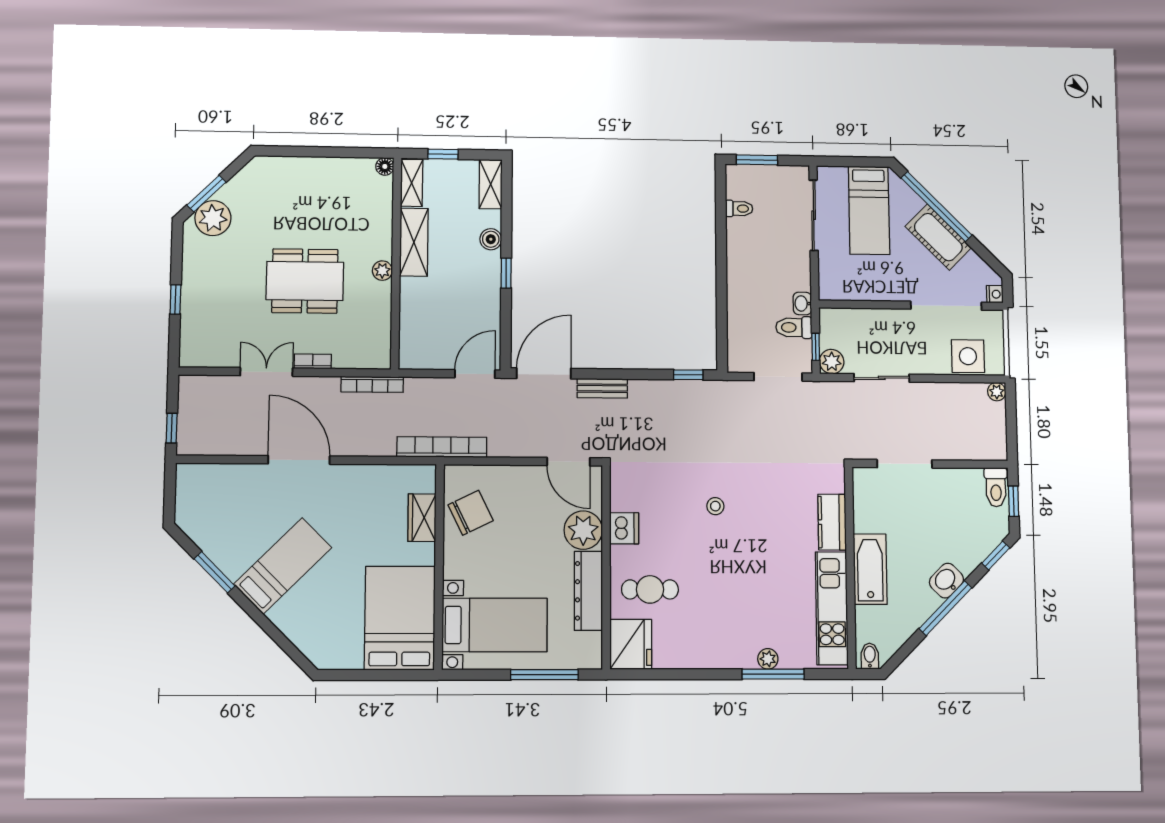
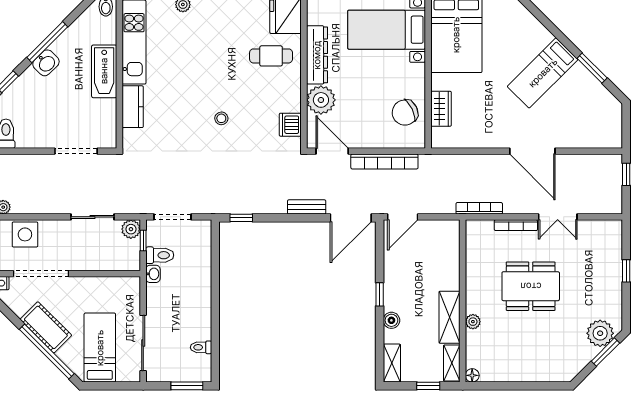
plant: (382, 271) -> (473, 322), moved
bookcase: (313, 361) -> (516, 225), width x1.56
bookcase: (442, 447) -> (384, 162), moved
dishwasher: (624, 528) -> (290, 125), moved

